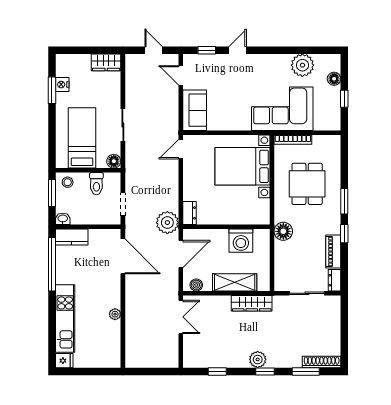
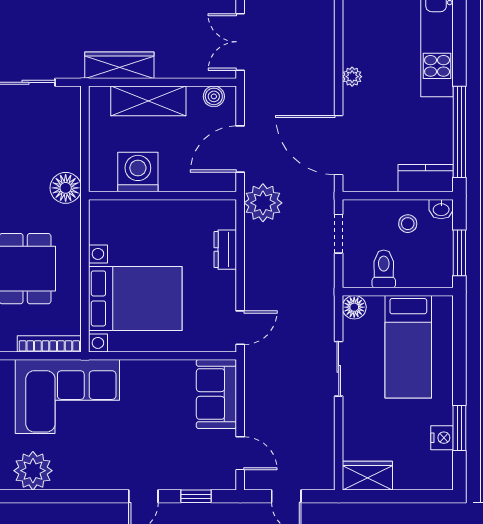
stool: (68, 182) -> (408, 224), moved
dresser: (190, 213) -> (225, 250), moved
plant: (115, 314) -> (352, 77), moved

